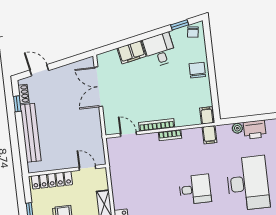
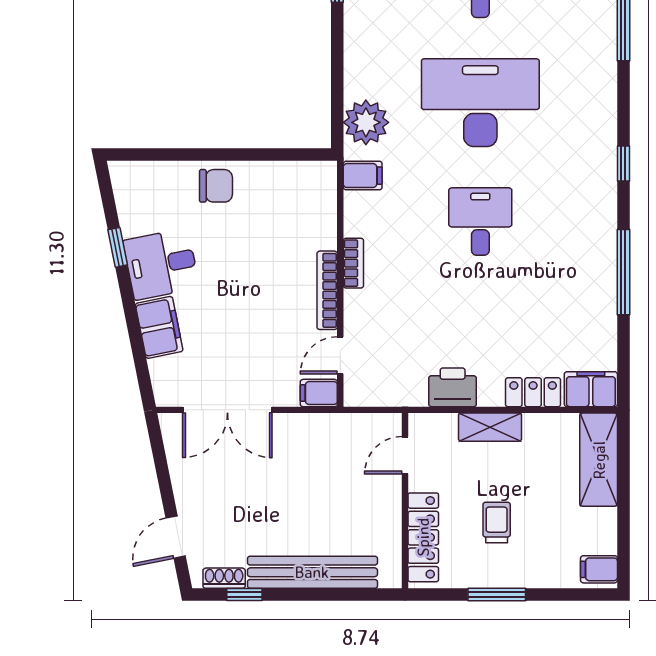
window: (180, 25) -> (118, 247), moved
chair: (193, 32) -> (130, 186), removed
chair: (197, 70) -> (216, 186), turned 180
filing cabinet: (207, 115) -> (319, 393), moved
plant: (237, 128) -> (366, 122), width x1.88, depth x1.88
printer: (255, 130) -> (453, 387), moved, turned -90

